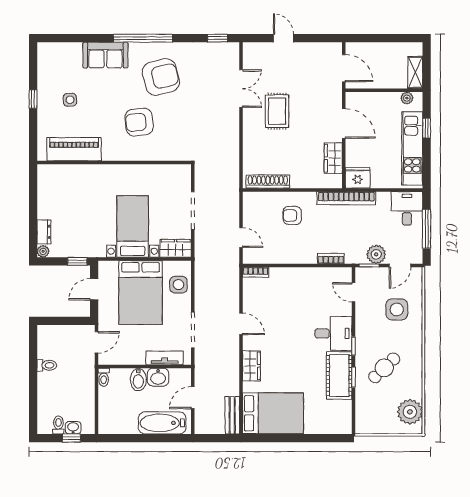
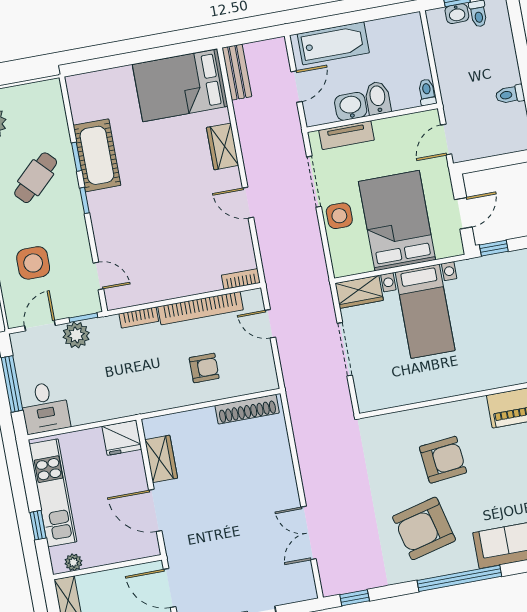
rug: (277, 111) -> (252, 510), removed
bookcase: (346, 198) -> (201, 308), moved, turned 180
side table: (178, 285) -> (339, 216), moved
desk: (333, 333) -> (116, 213), removed

